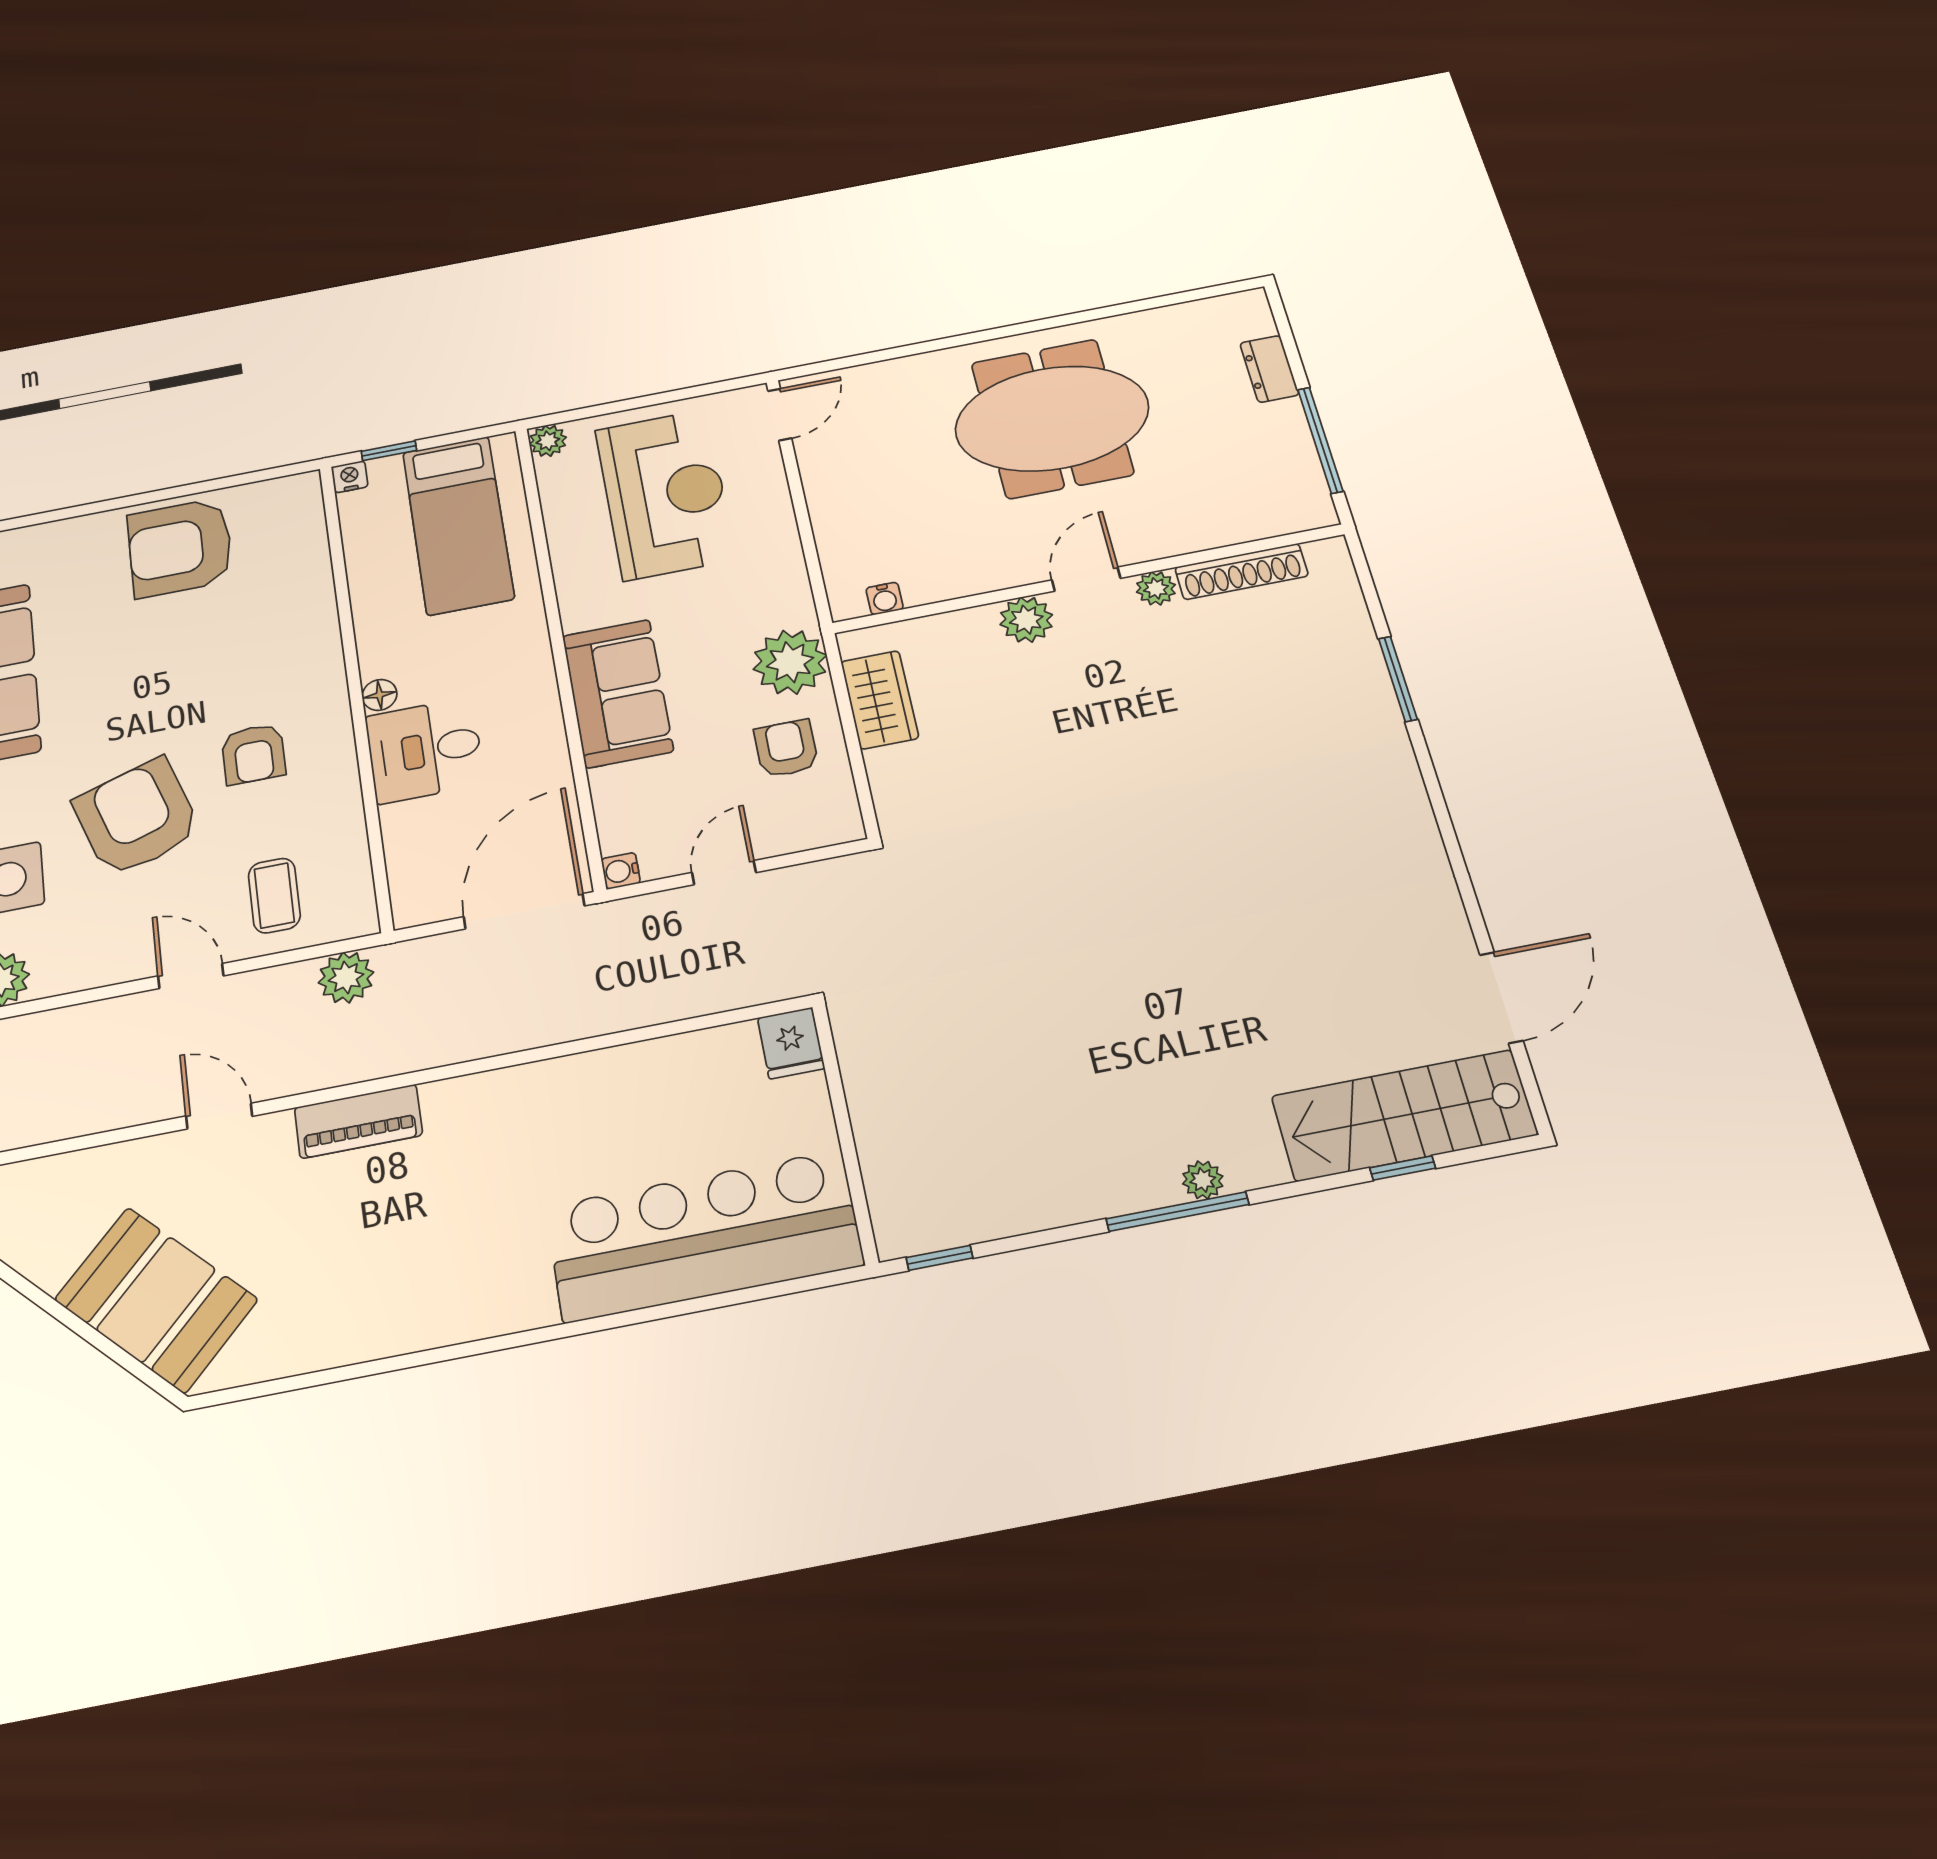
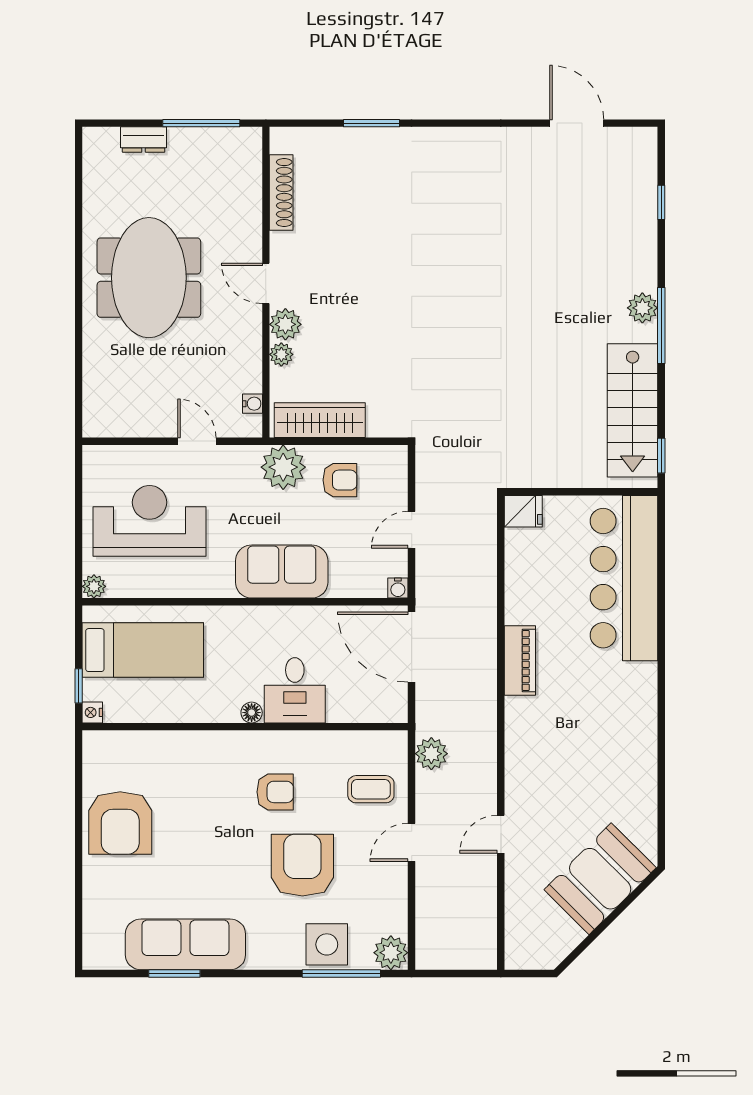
door: (780, 415) -> (197, 441), moved
plant: (1156, 588) -> (281, 354), moved
wardrobe: (880, 700) -> (320, 420), width x1.50
armchair: (786, 748) -> (340, 480), turned 180
armchair: (137, 817) -> (302, 865), turned 108
door: (724, 873) -> (412, 530), hinge flipped
stairs: (1404, 1115) -> (633, 410), moved
piano: (358, 1121) -> (520, 660), moved
plant: (1203, 1180) -> (642, 308), width x1.38, depth x1.38

